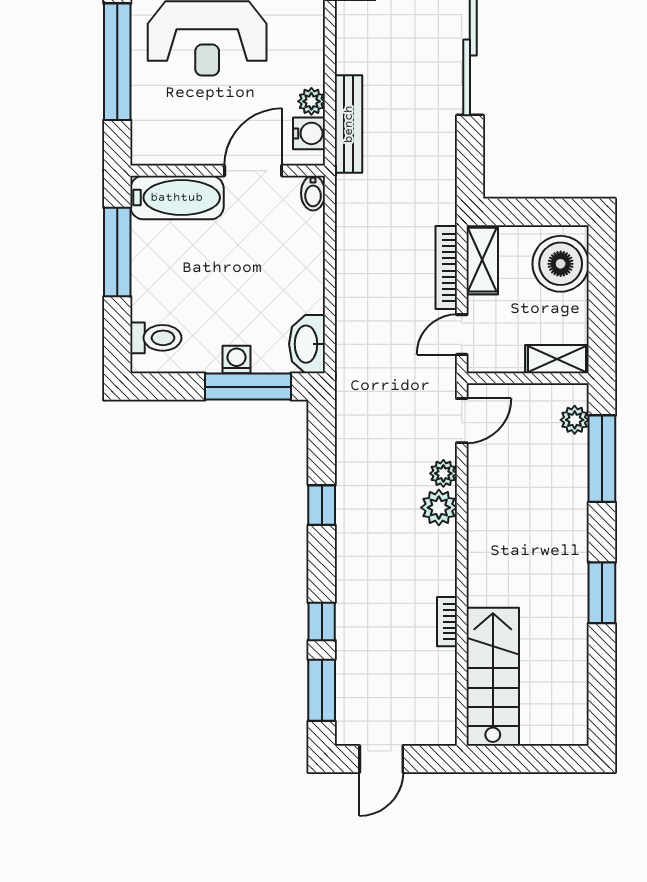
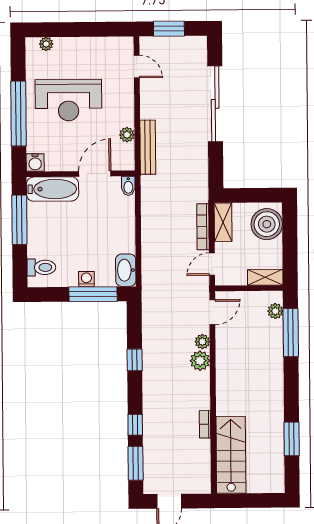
water cooler: (309, 133) -> (35, 162), moved, turned 90
window: (602, 593) -> (292, 439), moved

